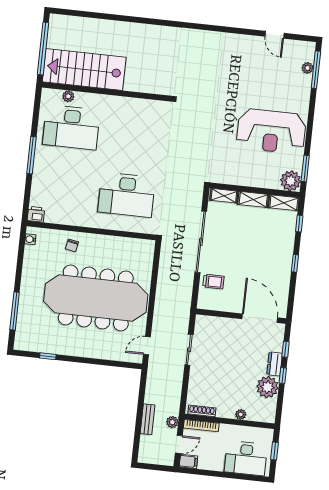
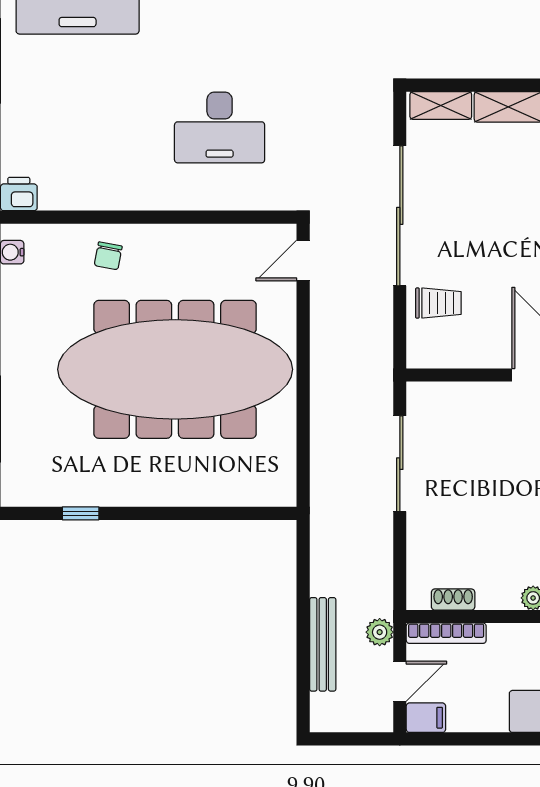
desk: (127, 195) -> (220, 127), width x0.73, depth x0.77
door: (147, 346) -> (303, 260), moved
sliding door: (189, 350) -> (400, 464), width x1.37
shoe rack: (202, 411) -> (453, 600), width x0.70
bench: (148, 419) -> (323, 644), width x1.36

